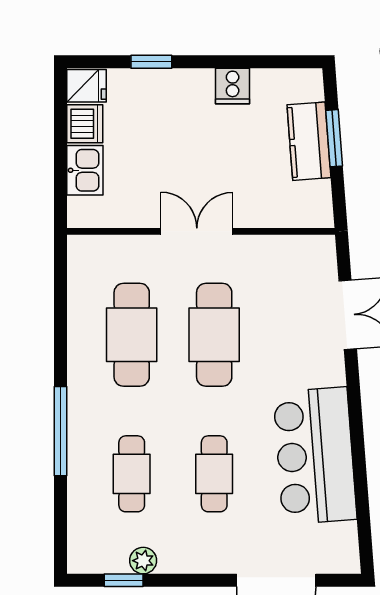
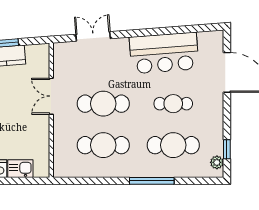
double door: (197, 231) -> (51, 96), moved
cafe table: (132, 474) -> (173, 145), width x1.37, depth x1.35
plant: (143, 561) -> (217, 162), moved

